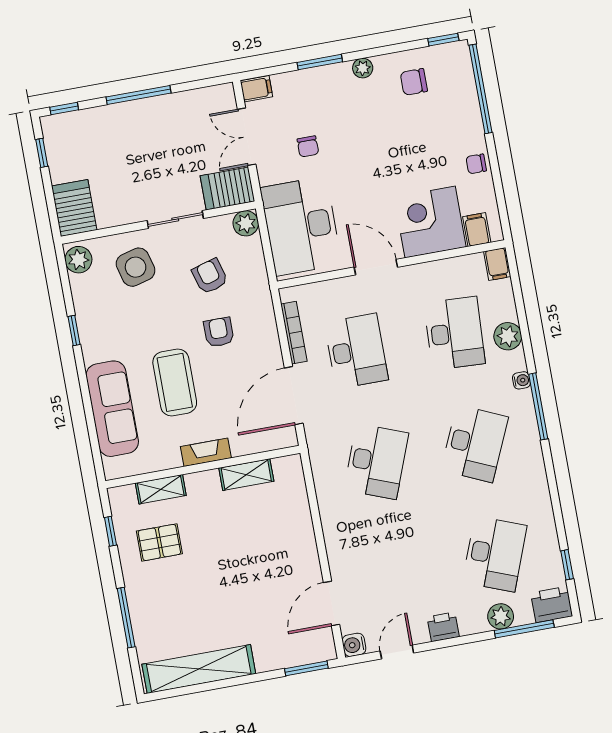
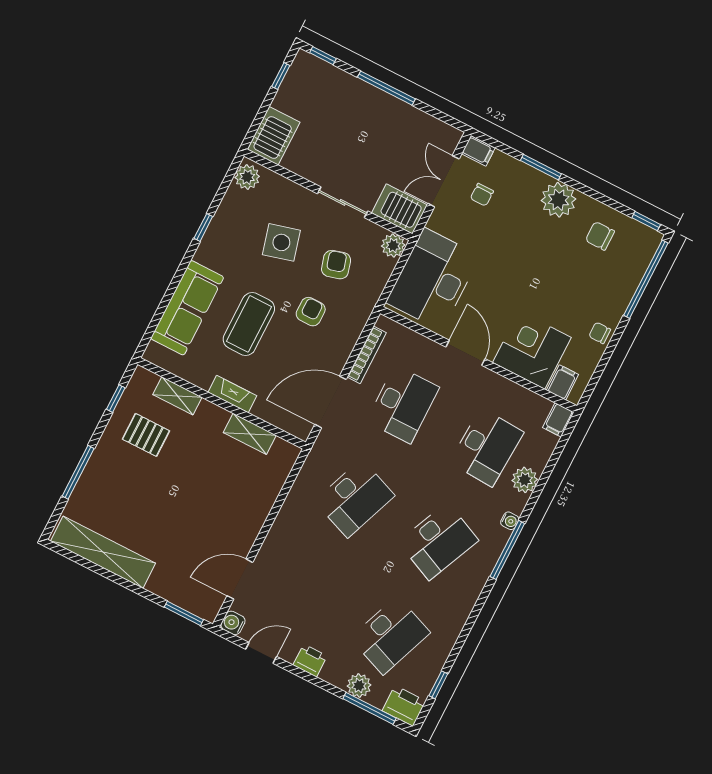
plant: (363, 68) -> (558, 200), width x1.87, depth x1.87
chair: (308, 146) -> (482, 195), moved
side table: (136, 267) -> (281, 242), moved

